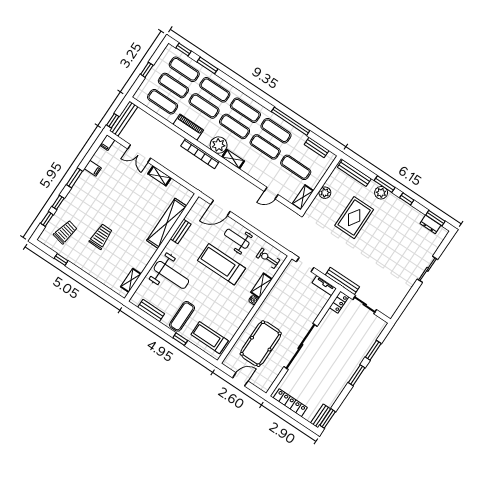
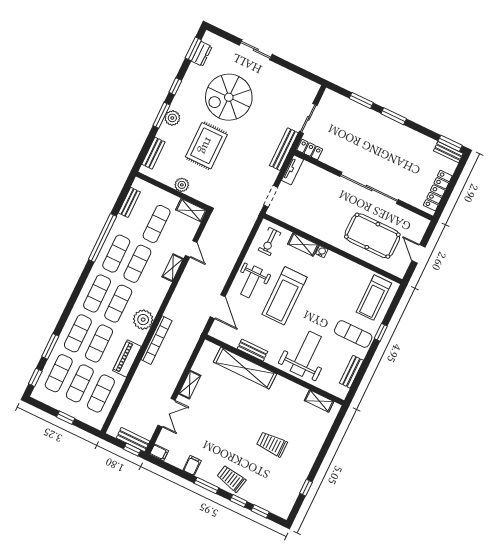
bench: (124, 119) -> (133, 440), width x0.73
shelving: (233, 159) -> (173, 268), moved
bench: (354, 173) -> (153, 153), width x0.73
rug: (354, 218) -> (206, 146), turned 90
trolley: (65, 232) -> (231, 479), moved
spiral stairs: (392, 242) -> (229, 97), added

